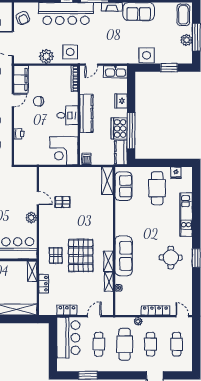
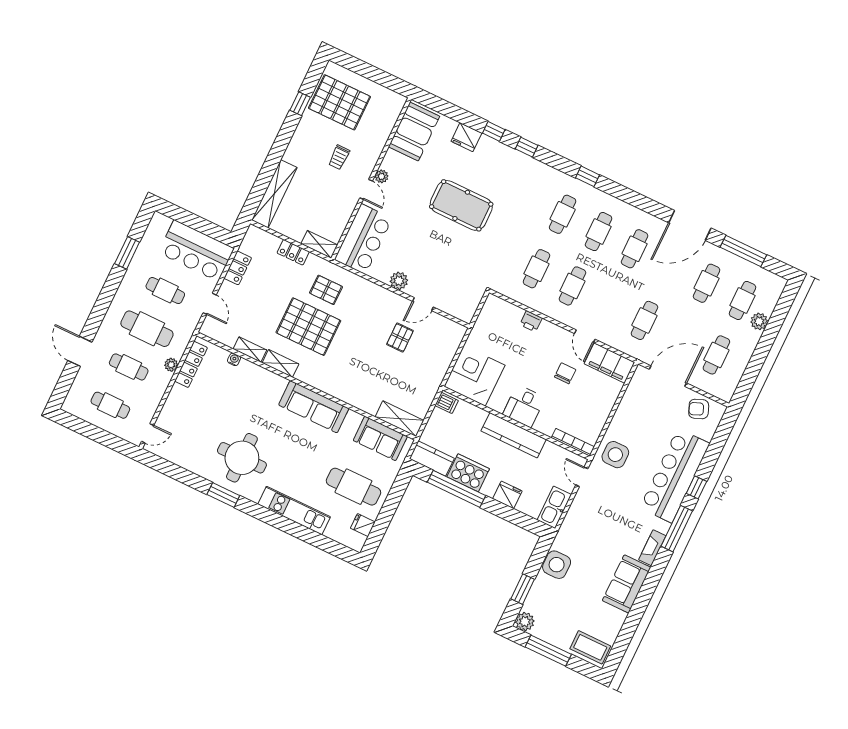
plant: (186, 40) -> (525, 622), moved
plant: (46, 56) -> (626, 416), removed
sofa: (124, 256) -> (314, 407), moved
round table: (171, 258) -> (242, 458), width x1.36, depth x1.36
locker: (155, 310) -> (191, 364), moved

